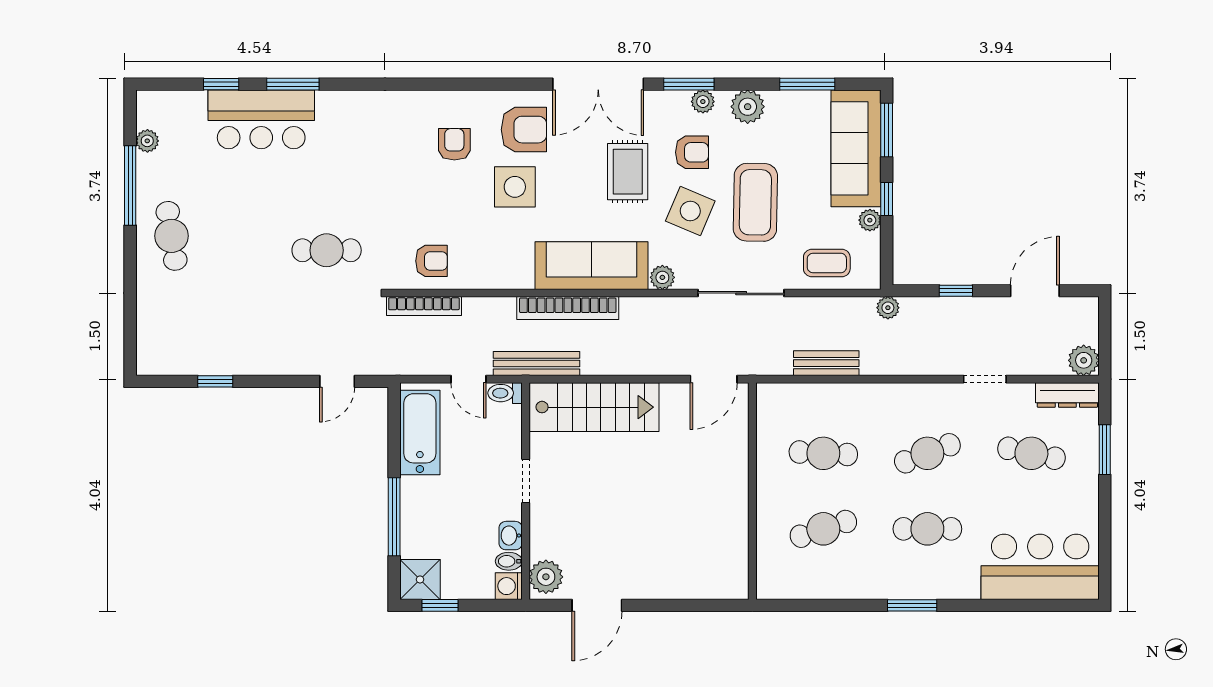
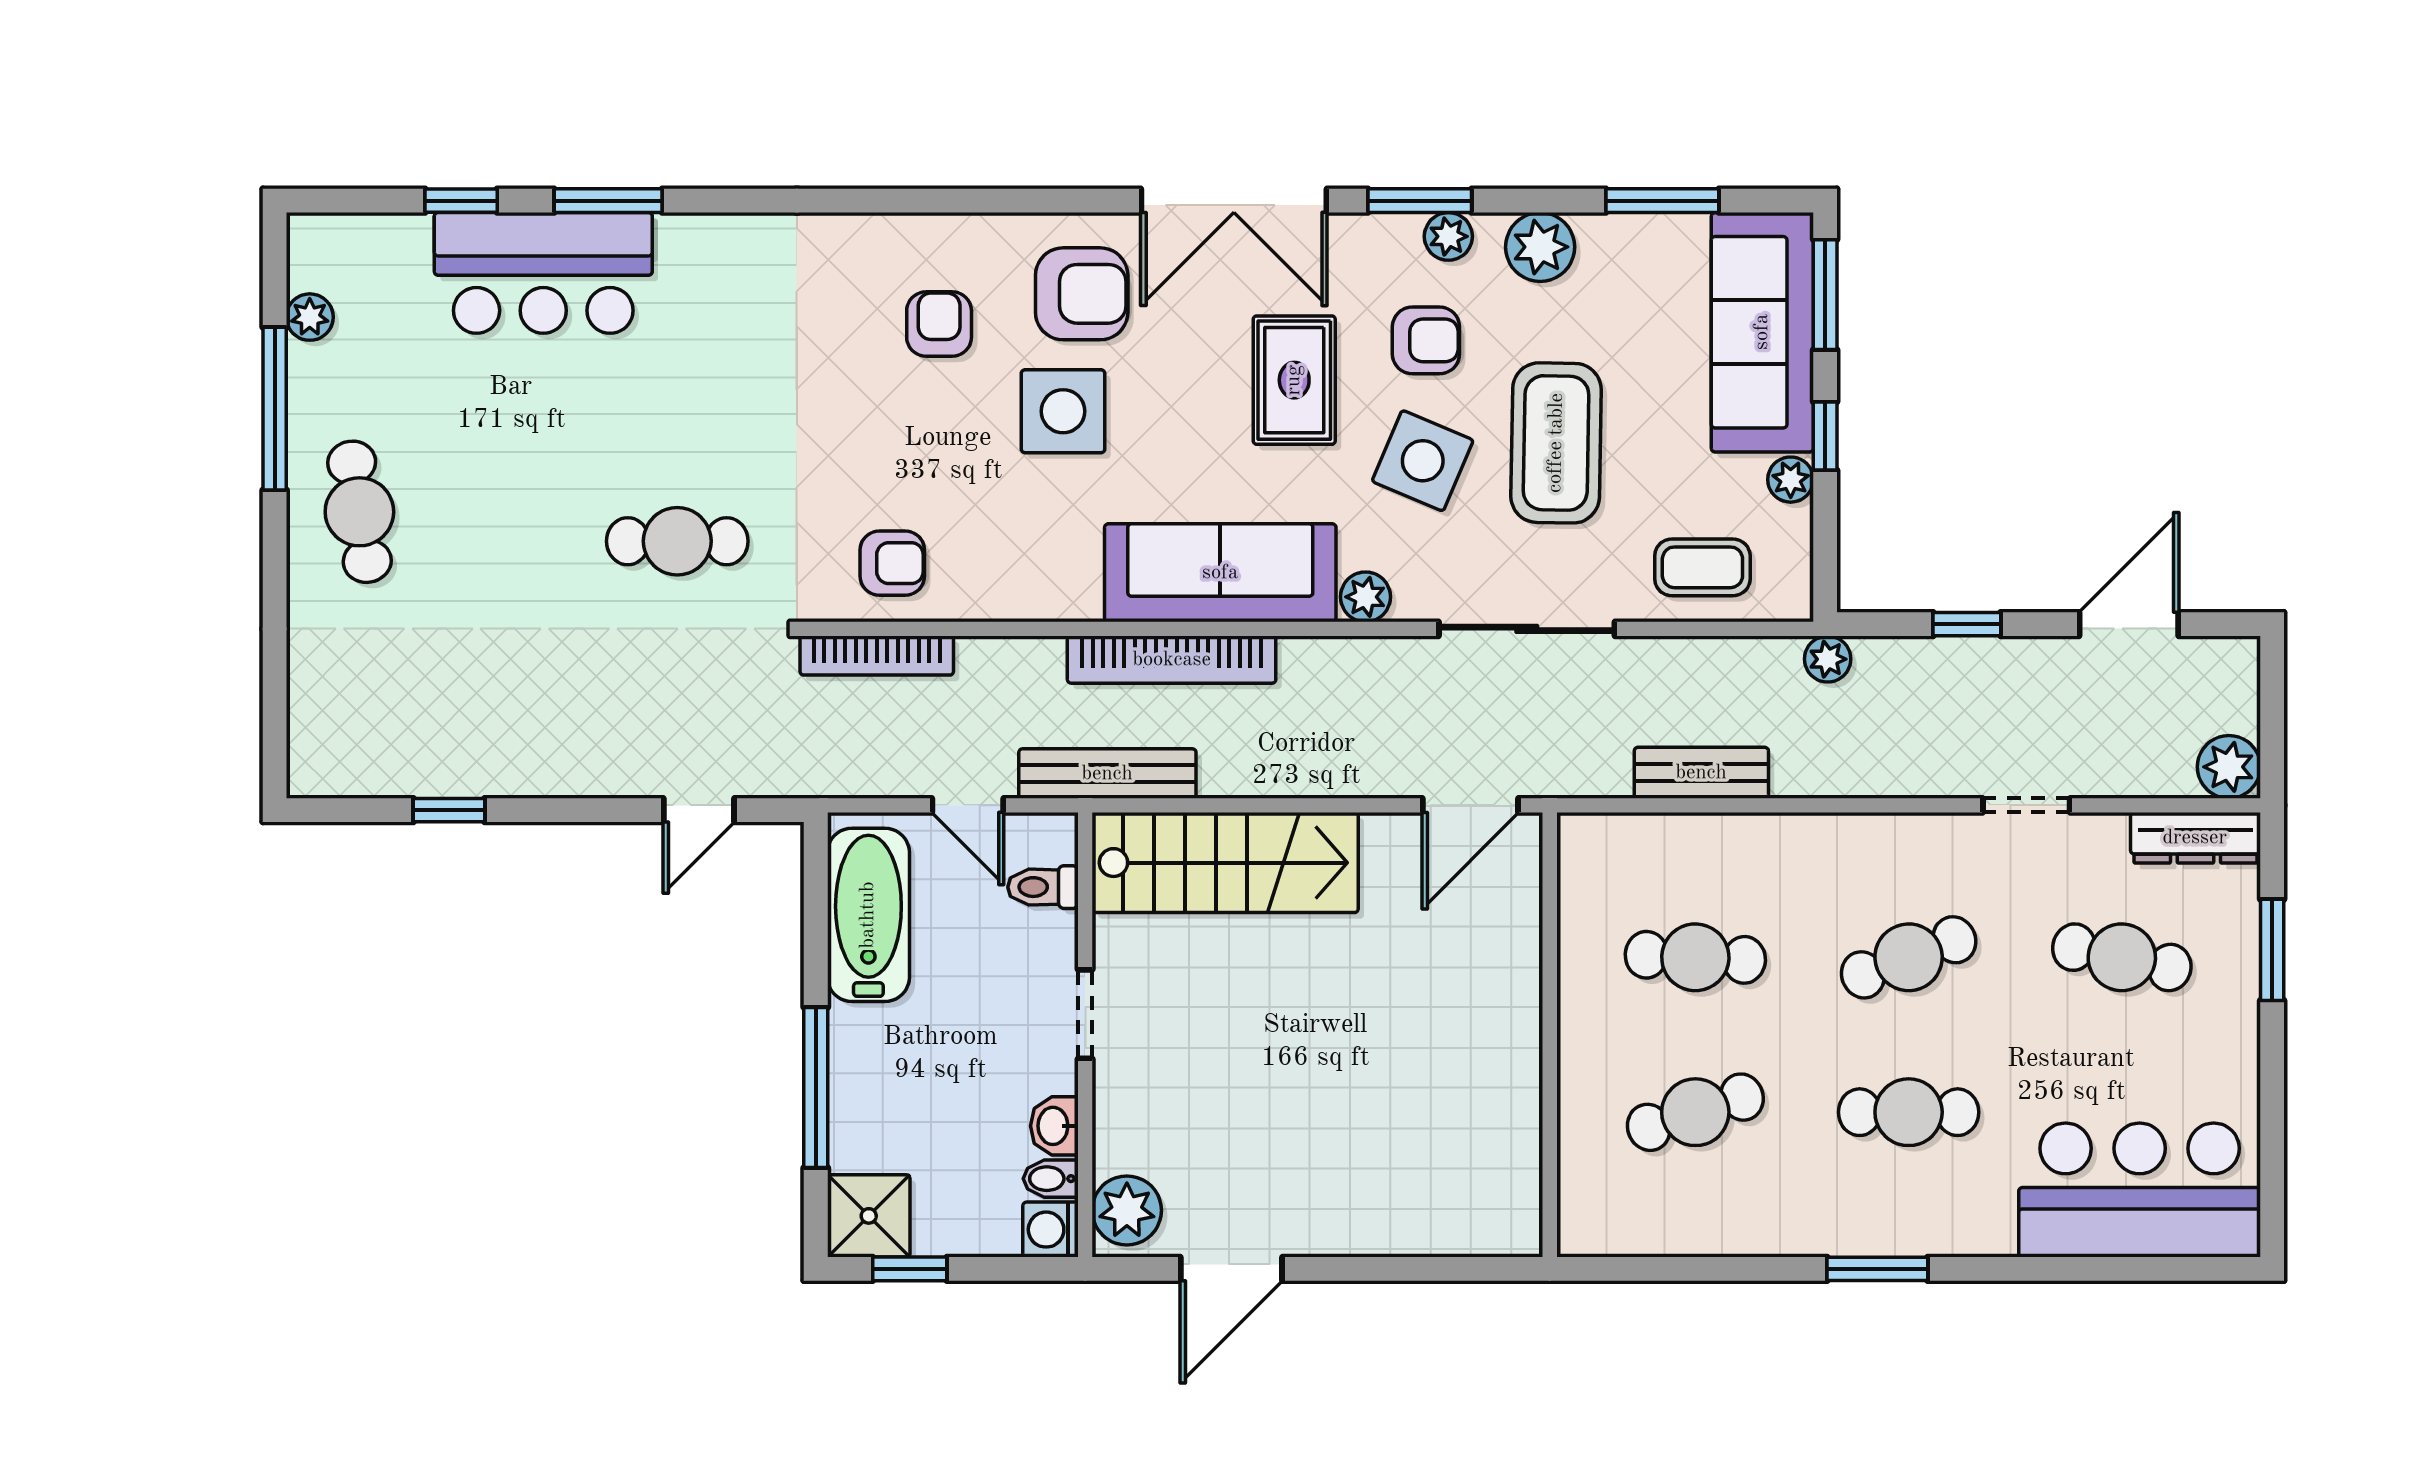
toilet: (505, 393) -> (1043, 887), moved

